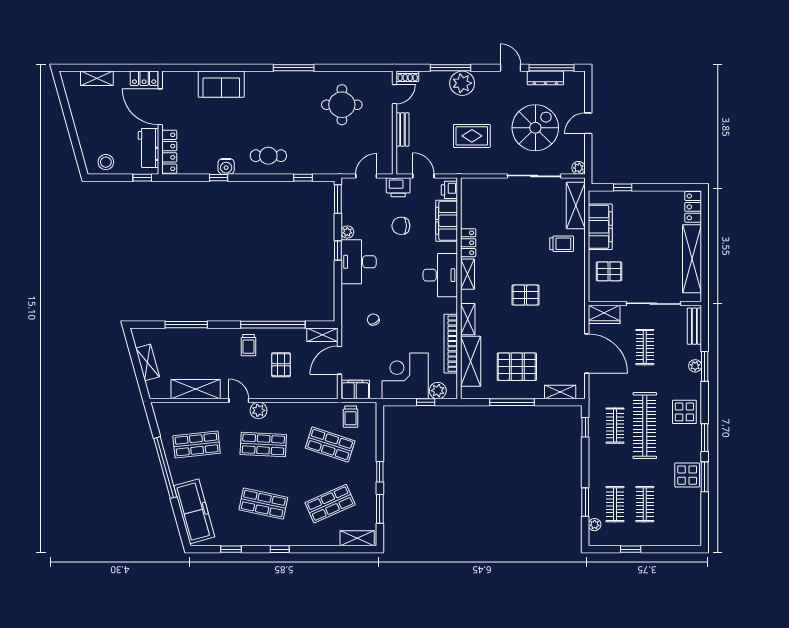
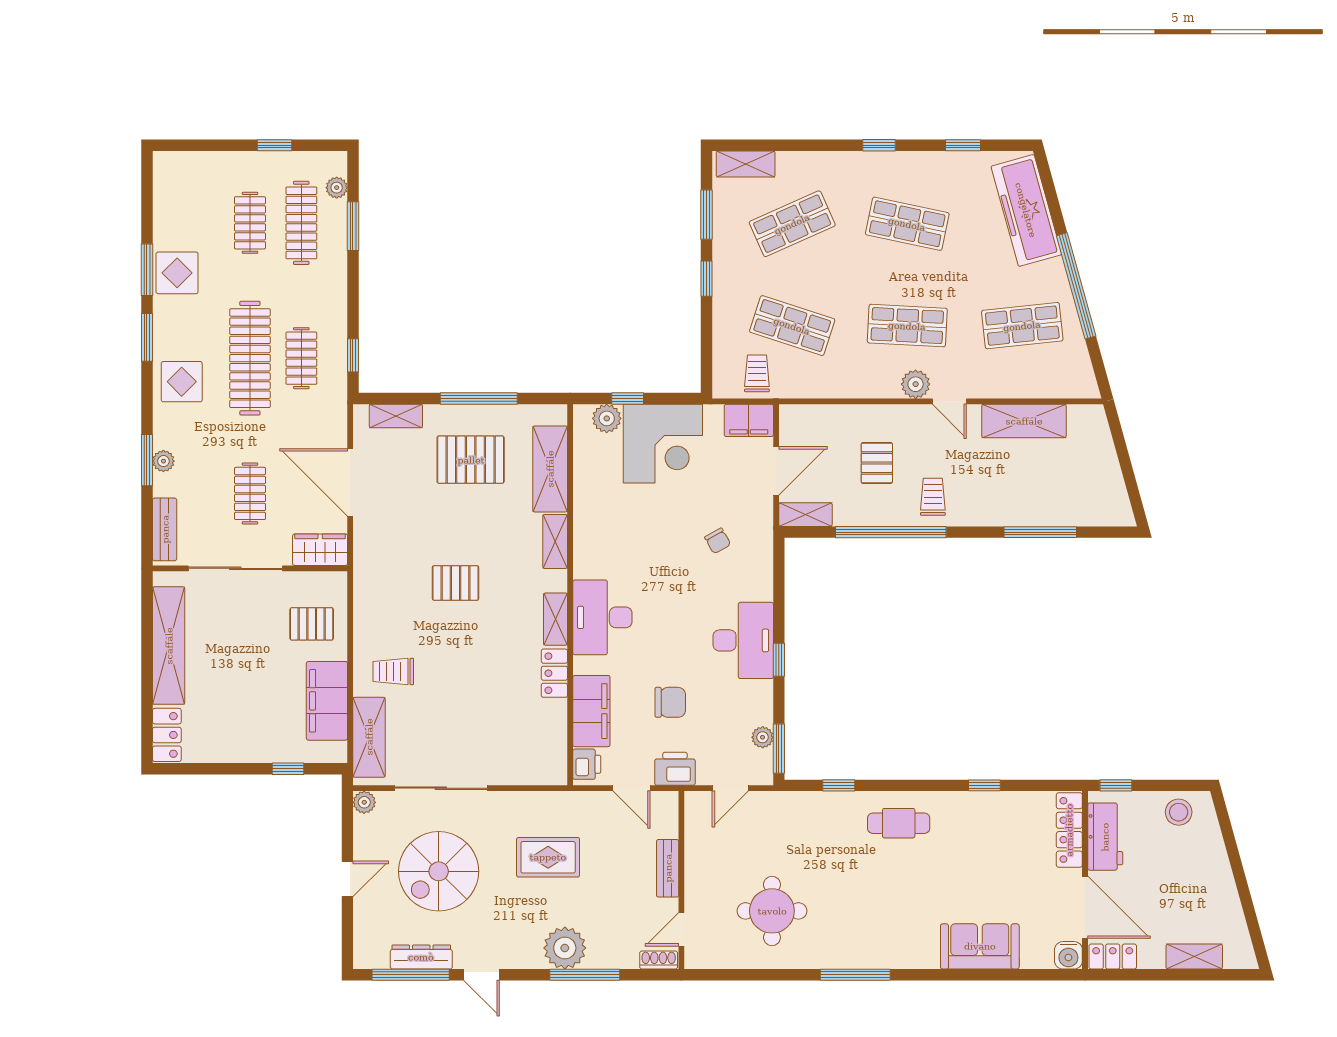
water cooler: (226, 166) -> (1068, 955), moved, turned 180
plant: (347, 232) -> (763, 737), moved
bookcase: (451, 344) -> (584, 499), removed
shelving: (148, 362) -> (1107, 467), removed
clothes rail: (615, 504) -> (301, 223), width x1.36

